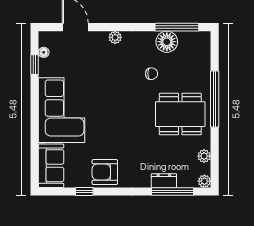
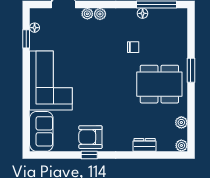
plant: (101, 37) -> (87, 14), added
floor lamp: (167, 42) -> (143, 13), width x0.53, depth x0.53
window: (215, 99) -> (191, 70), width x0.47
window: (84, 192) -> (89, 155), moved
window: (173, 192) -> (152, 155), removed

